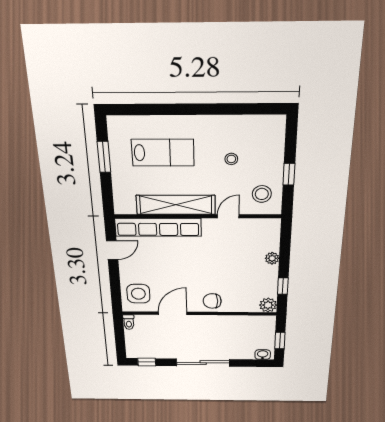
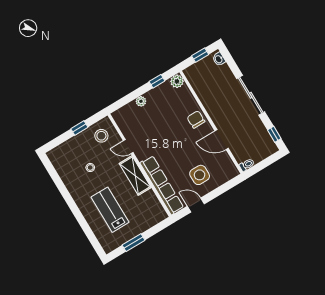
shelving: (176, 205) -> (135, 175), width x0.68
side table: (138, 294) -> (200, 175), moved
chair: (212, 301) -> (196, 119), turned 180

